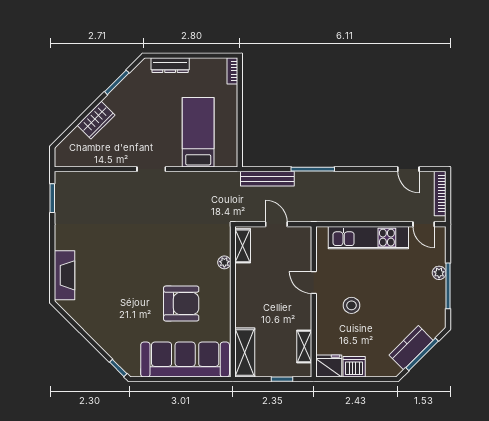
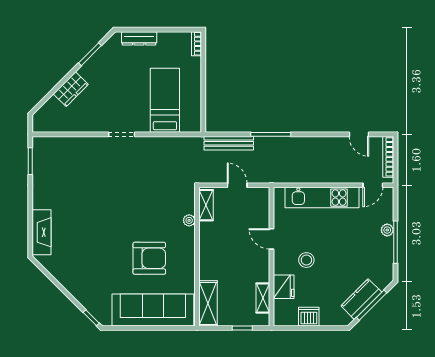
door: (424, 224) -> (373, 185), hinge flipped
fridge: (329, 366) -> (284, 287), moved, turned 90

